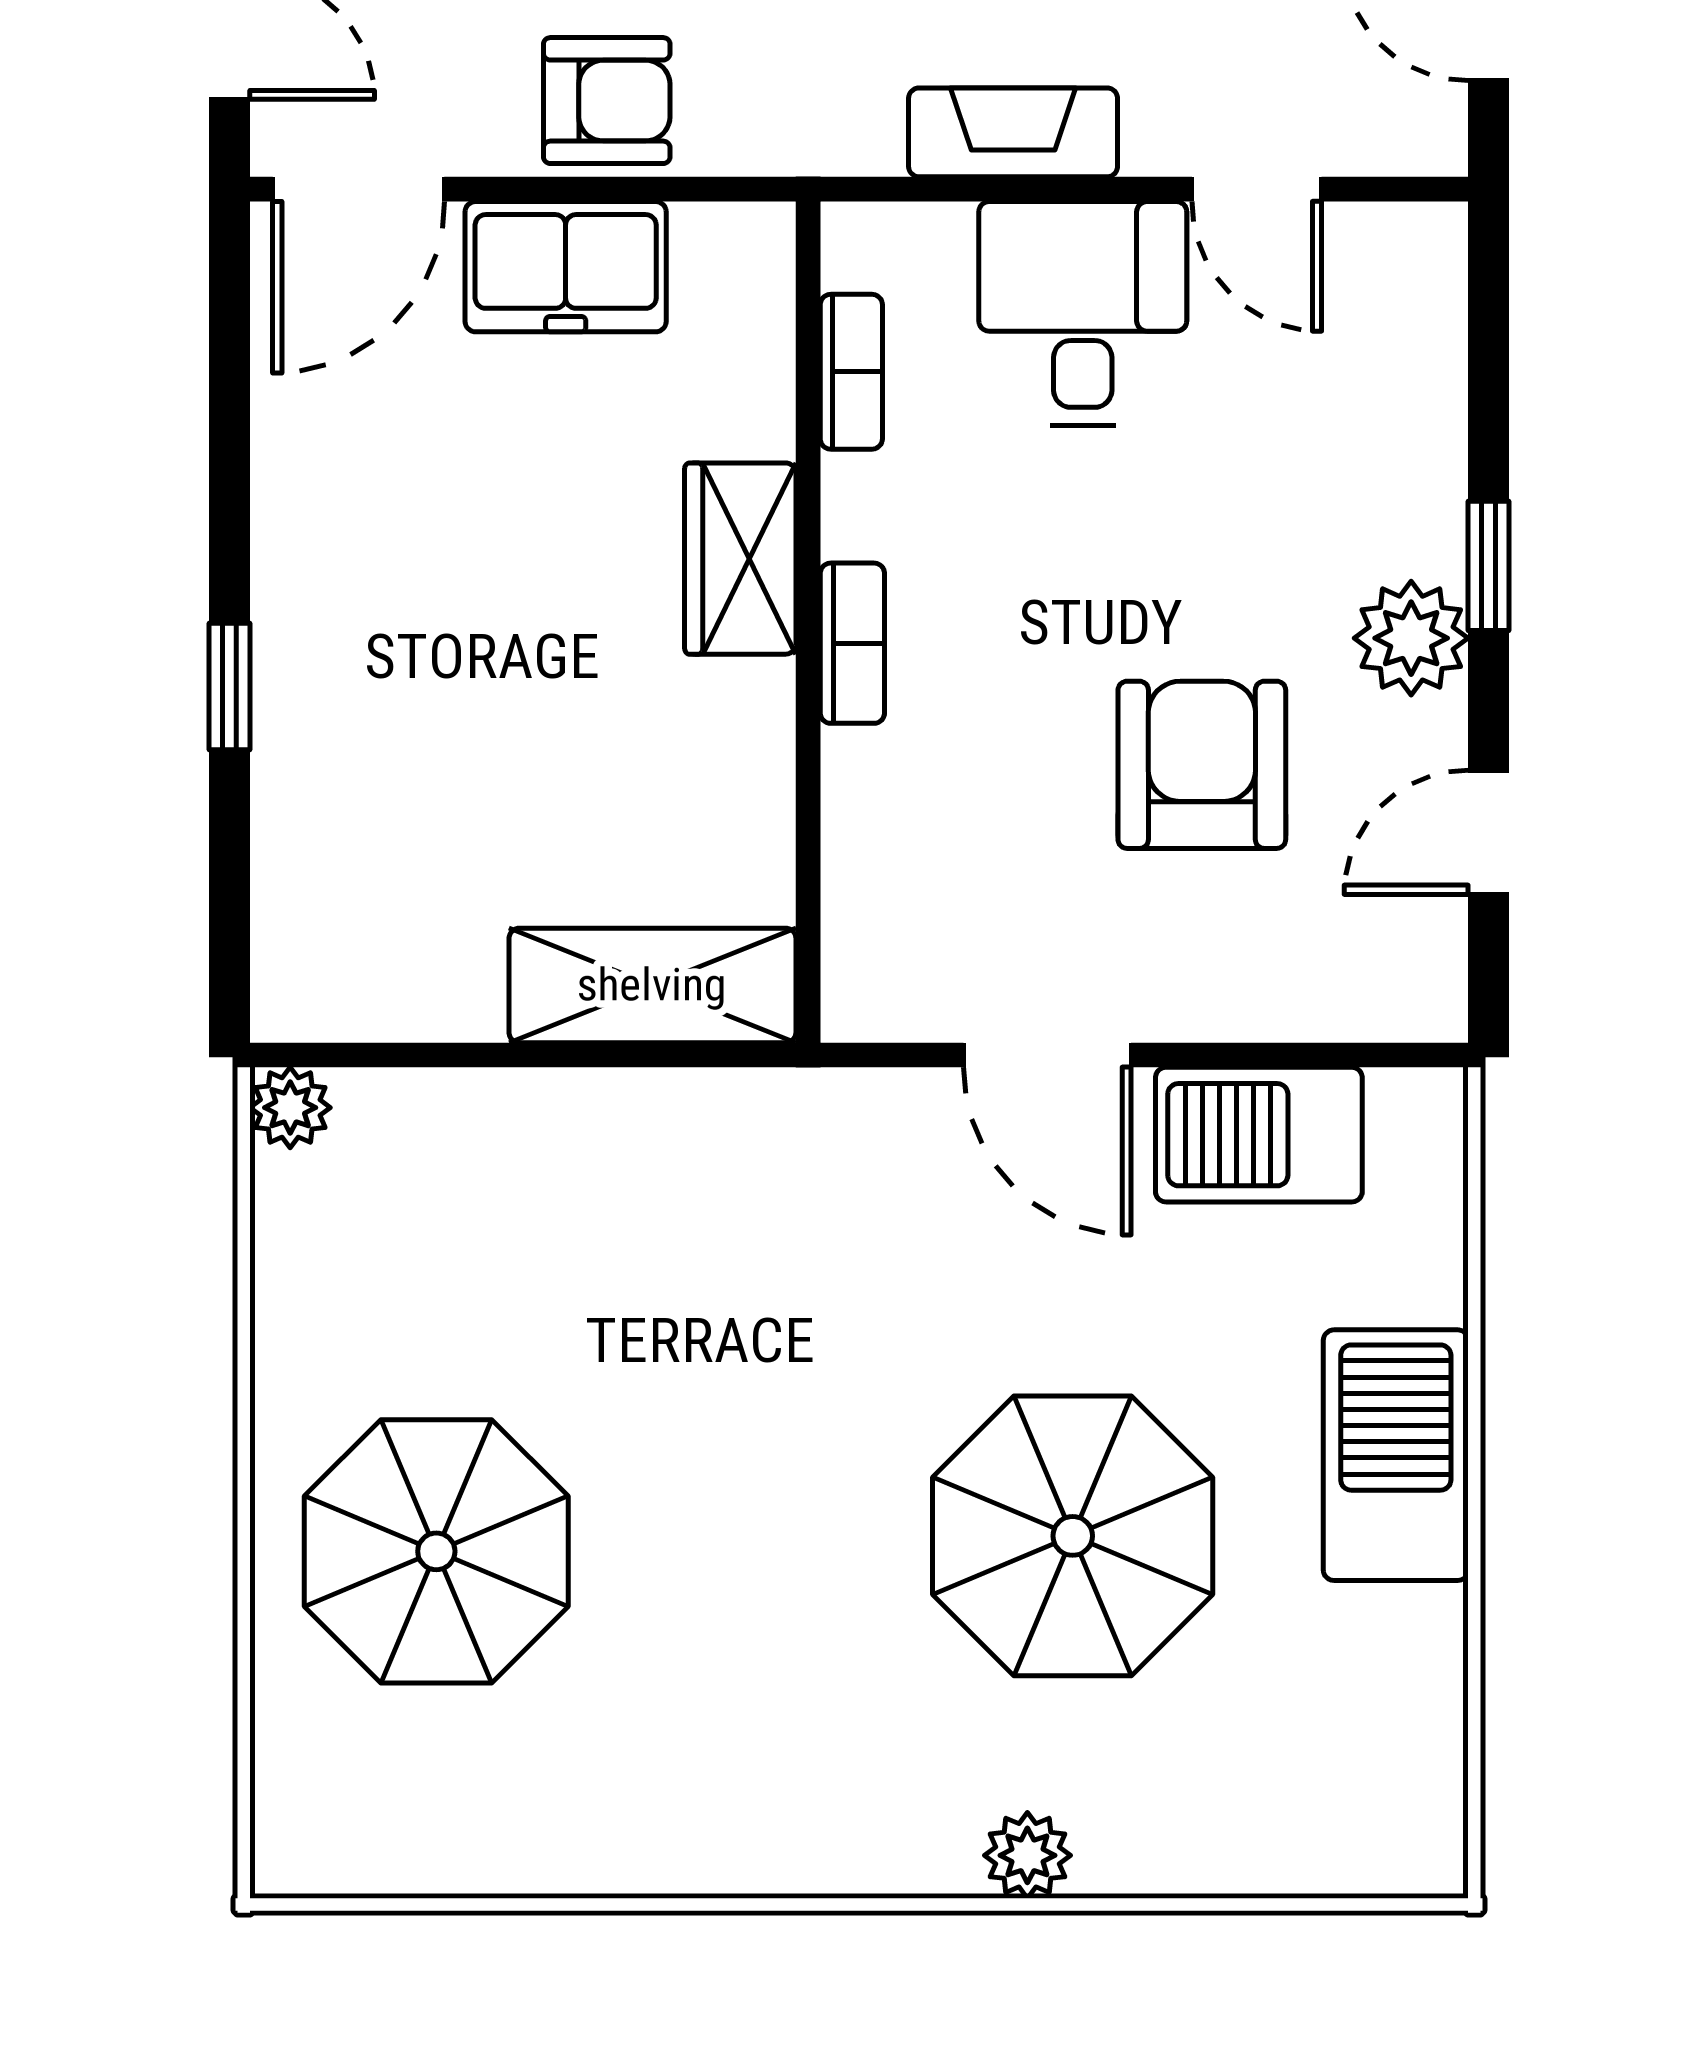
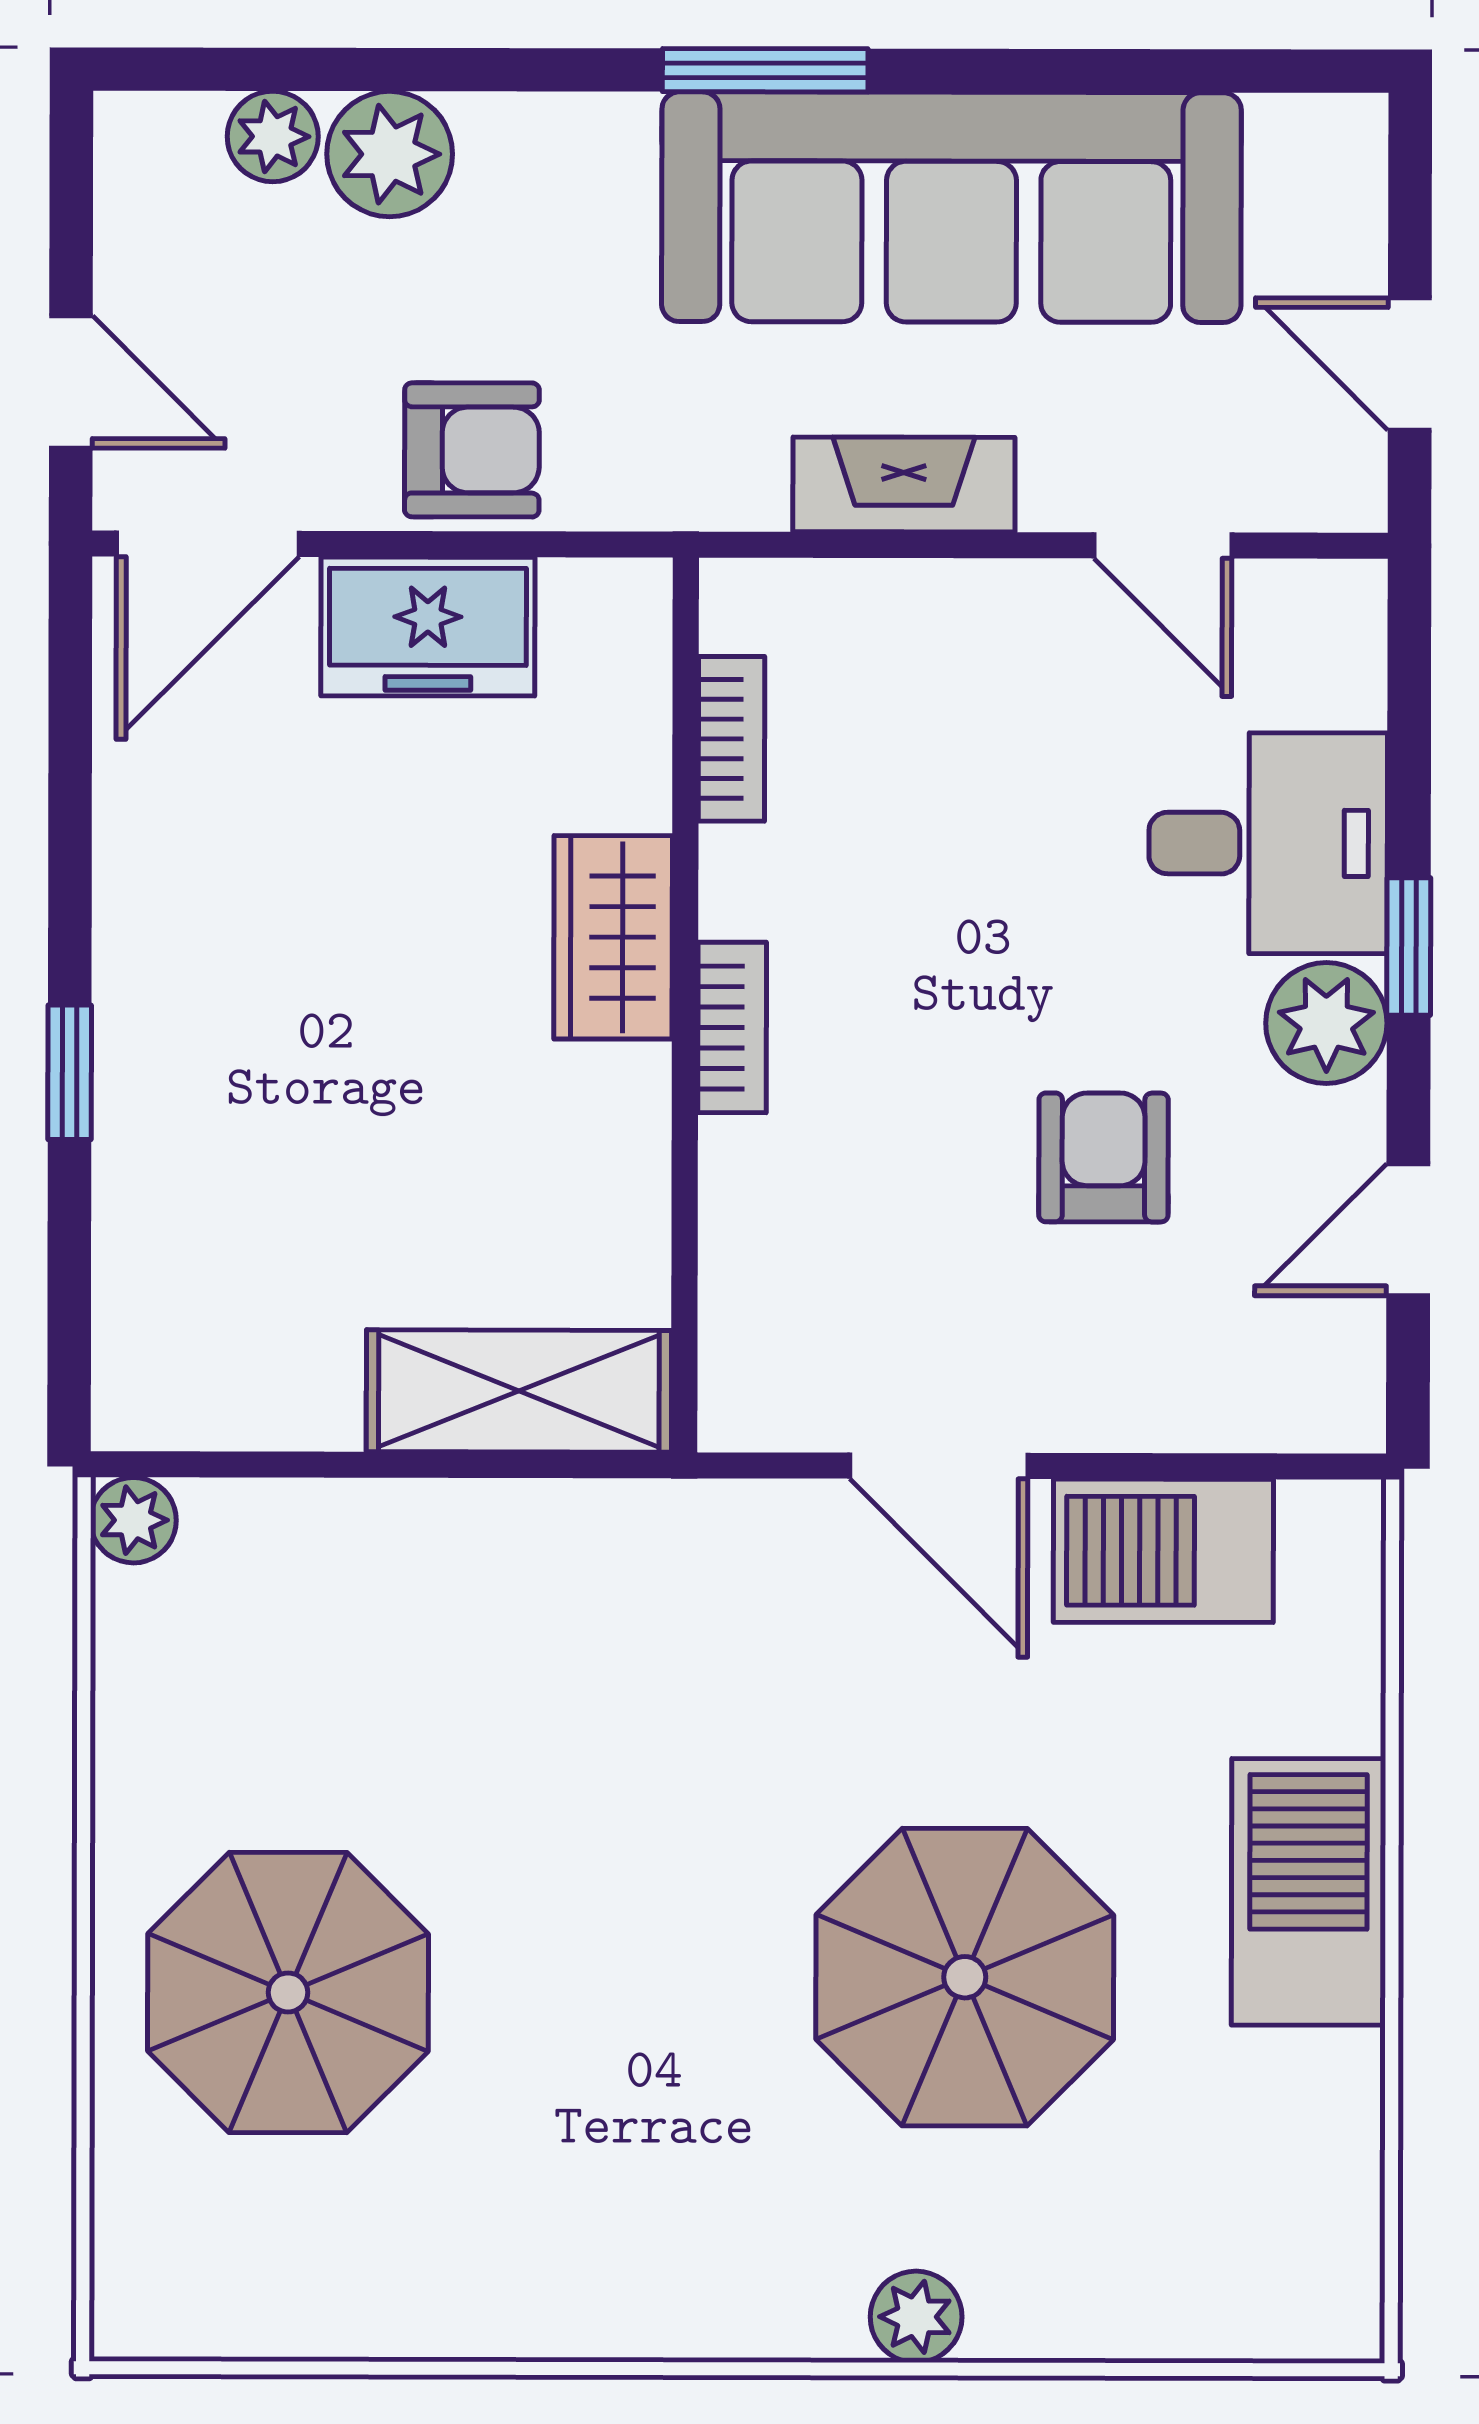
desk: (1083, 313) -> (1268, 843), moved, turned 90
armchair: (1202, 765) -> (1104, 1157), width x0.72, depth x0.72

